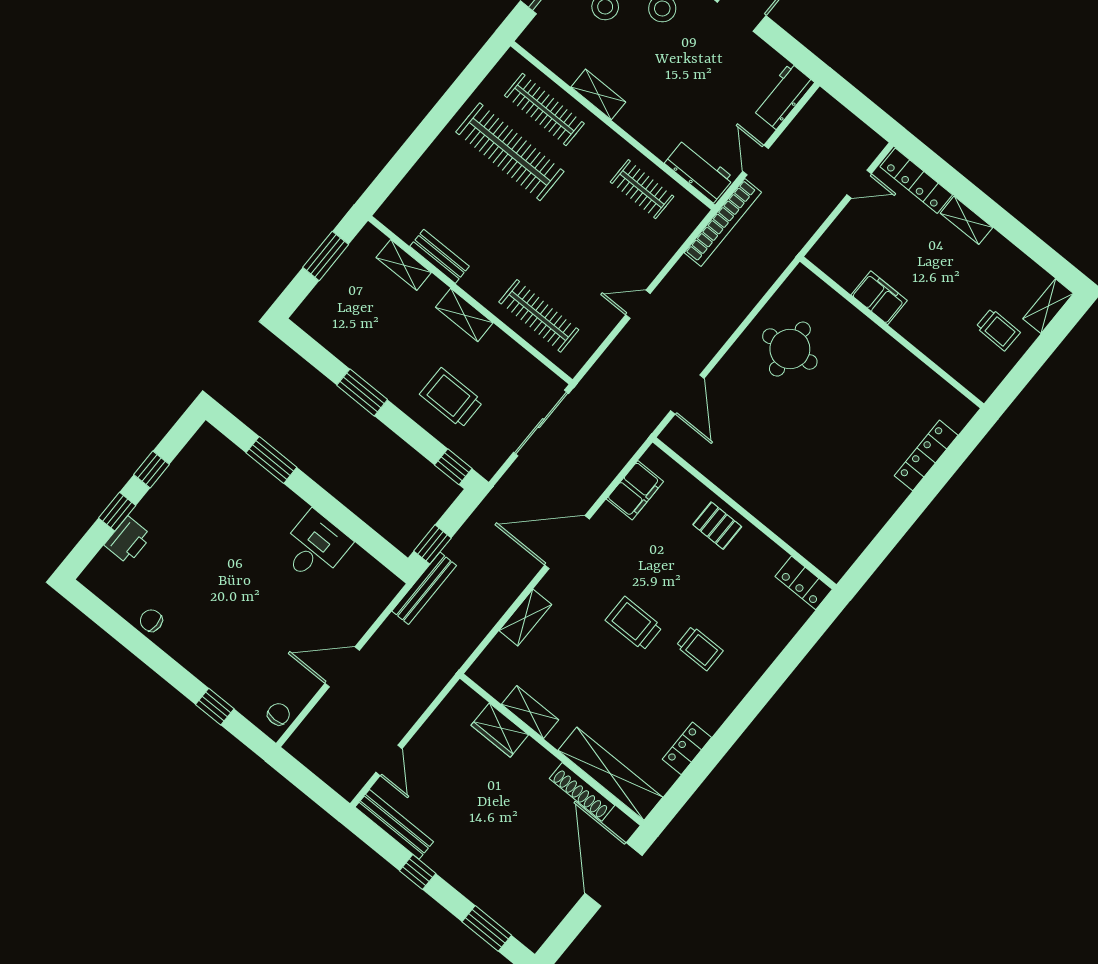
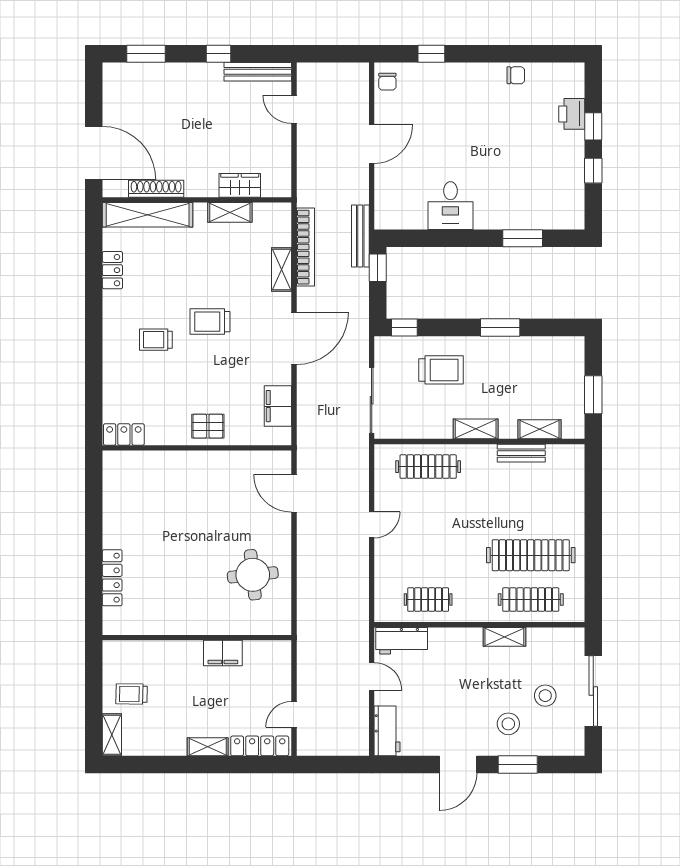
bookcase: (723, 222) -> (305, 247), moved, turned 180
trolley: (634, 624) -> (210, 322), turned 180

